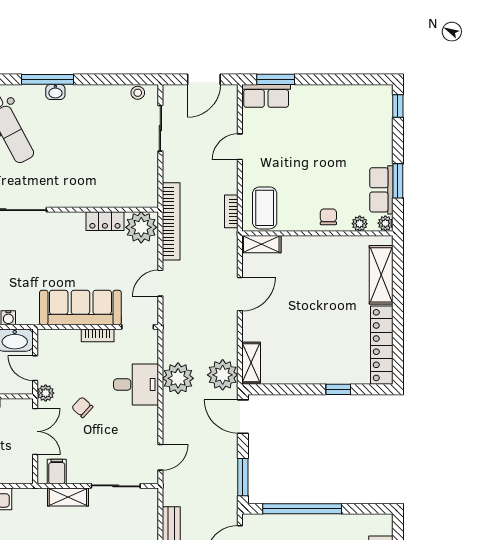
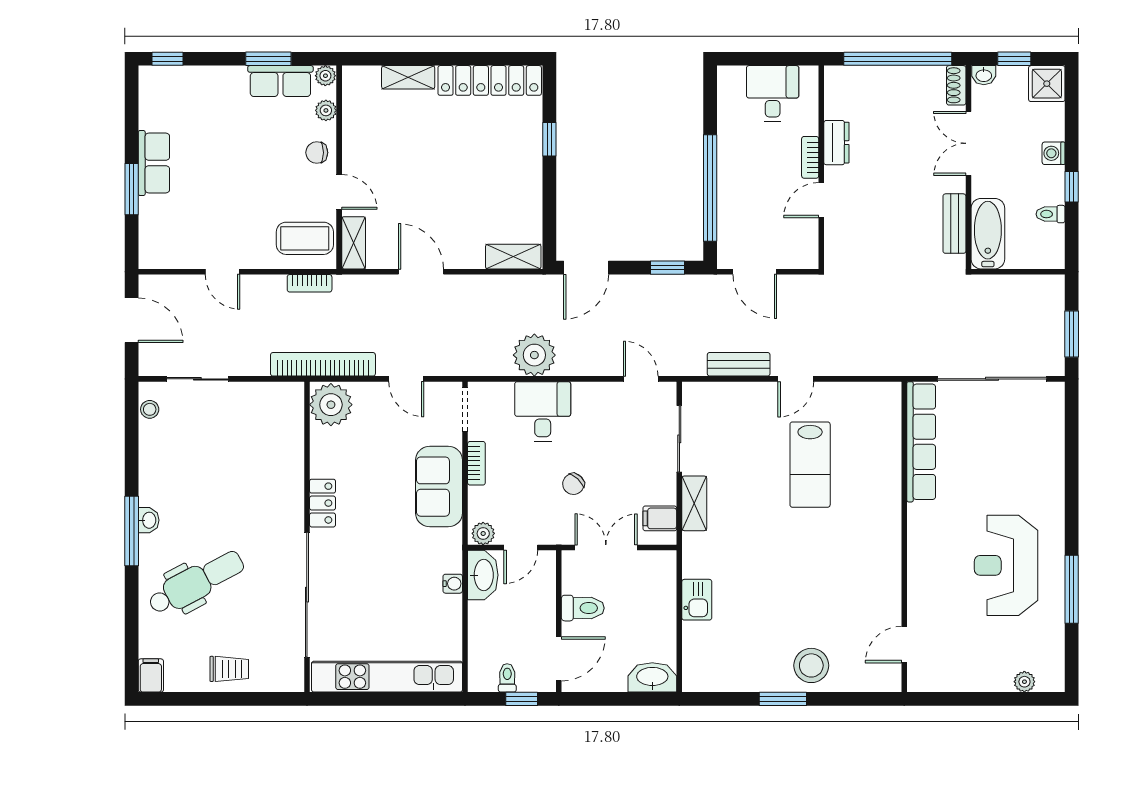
window: (276, 79) -> (132, 189), moved
row of seats: (266, 96) -> (154, 163), moved
locker: (105, 221) -> (322, 503), moved
door: (299, 233) -> (339, 192), added
shelving: (381, 275) -> (408, 77), width x0.67, depth x0.75
sofa: (80, 308) -> (439, 487), width x0.73
plant: (223, 375) -> (530, 295), removed
plant: (46, 393) -> (483, 533), moved
window: (243, 477) -> (667, 268), width x0.67

